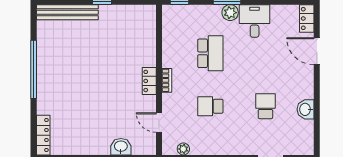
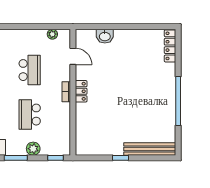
plant: (230, 13) -> (33, 149), moved
school desk: (210, 106) -> (30, 70), width x1.85

